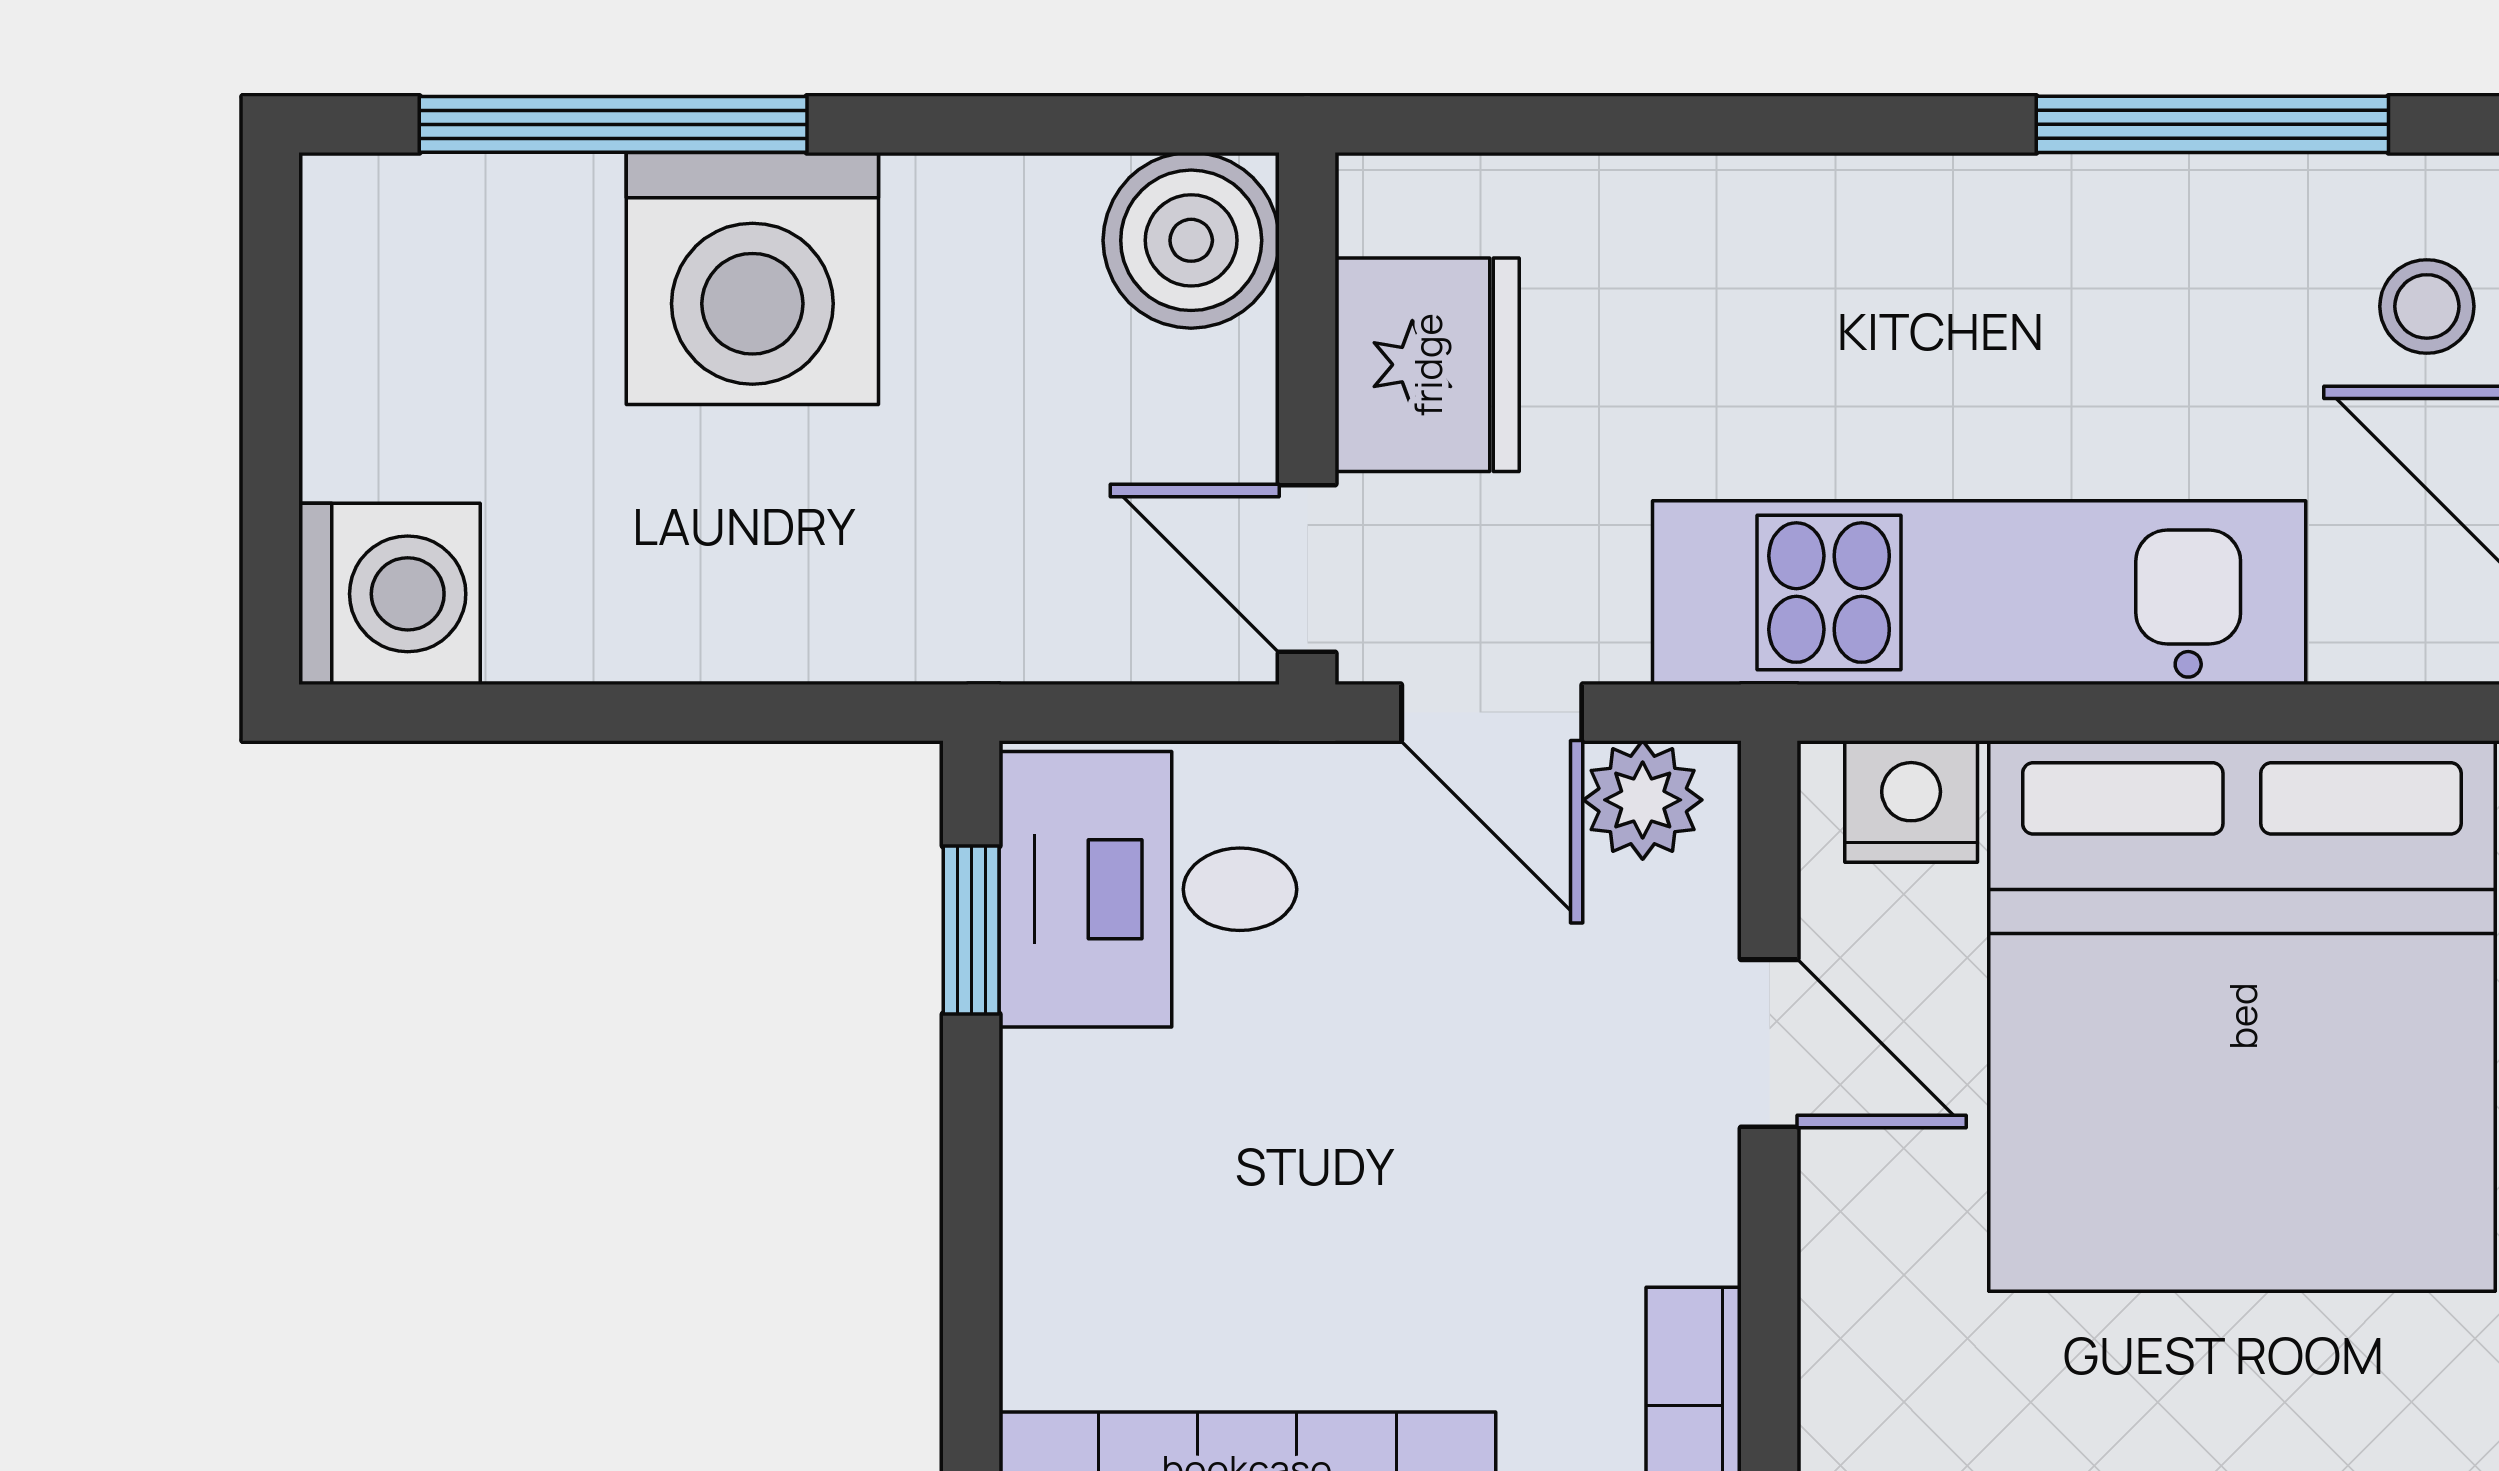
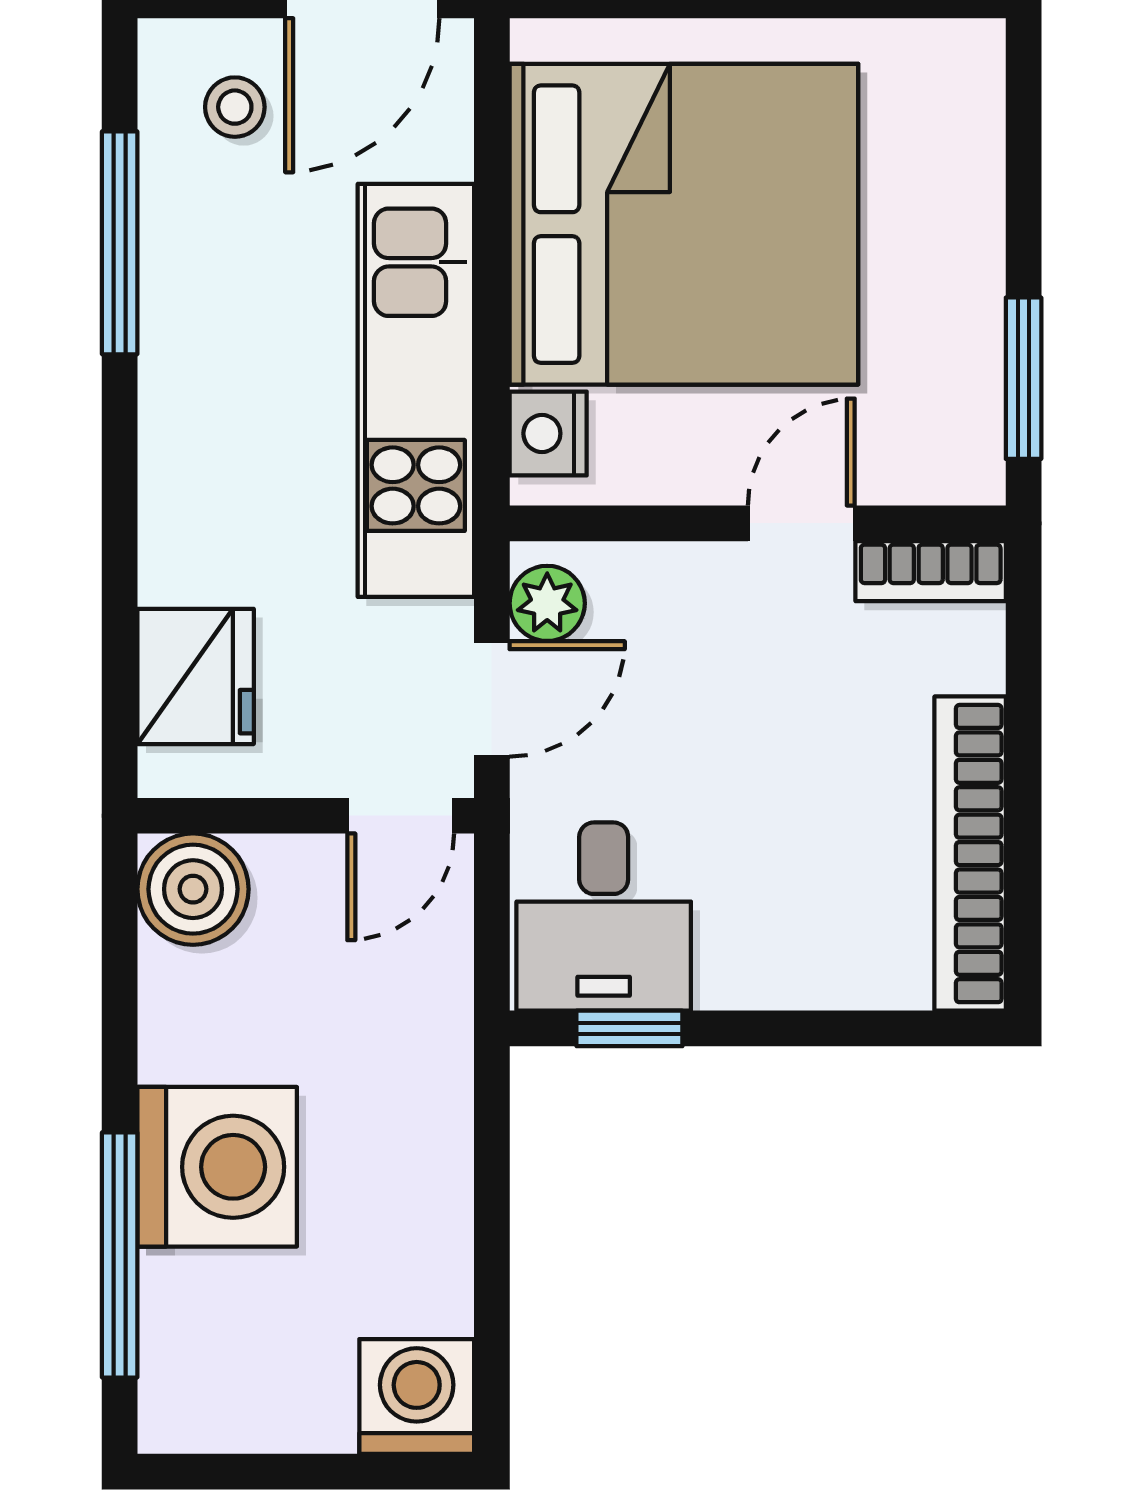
fridge: (1427, 365) -> (196, 676), moved, turned 90
door: (1769, 1043) -> (801, 523), moved

